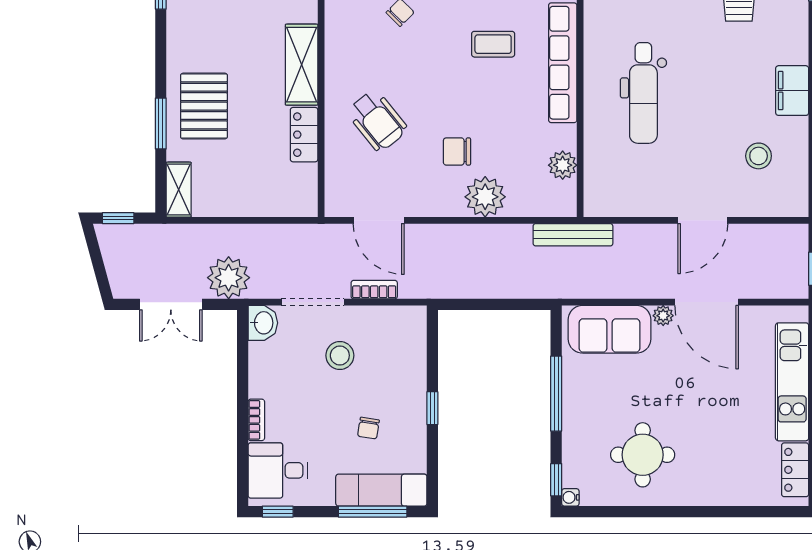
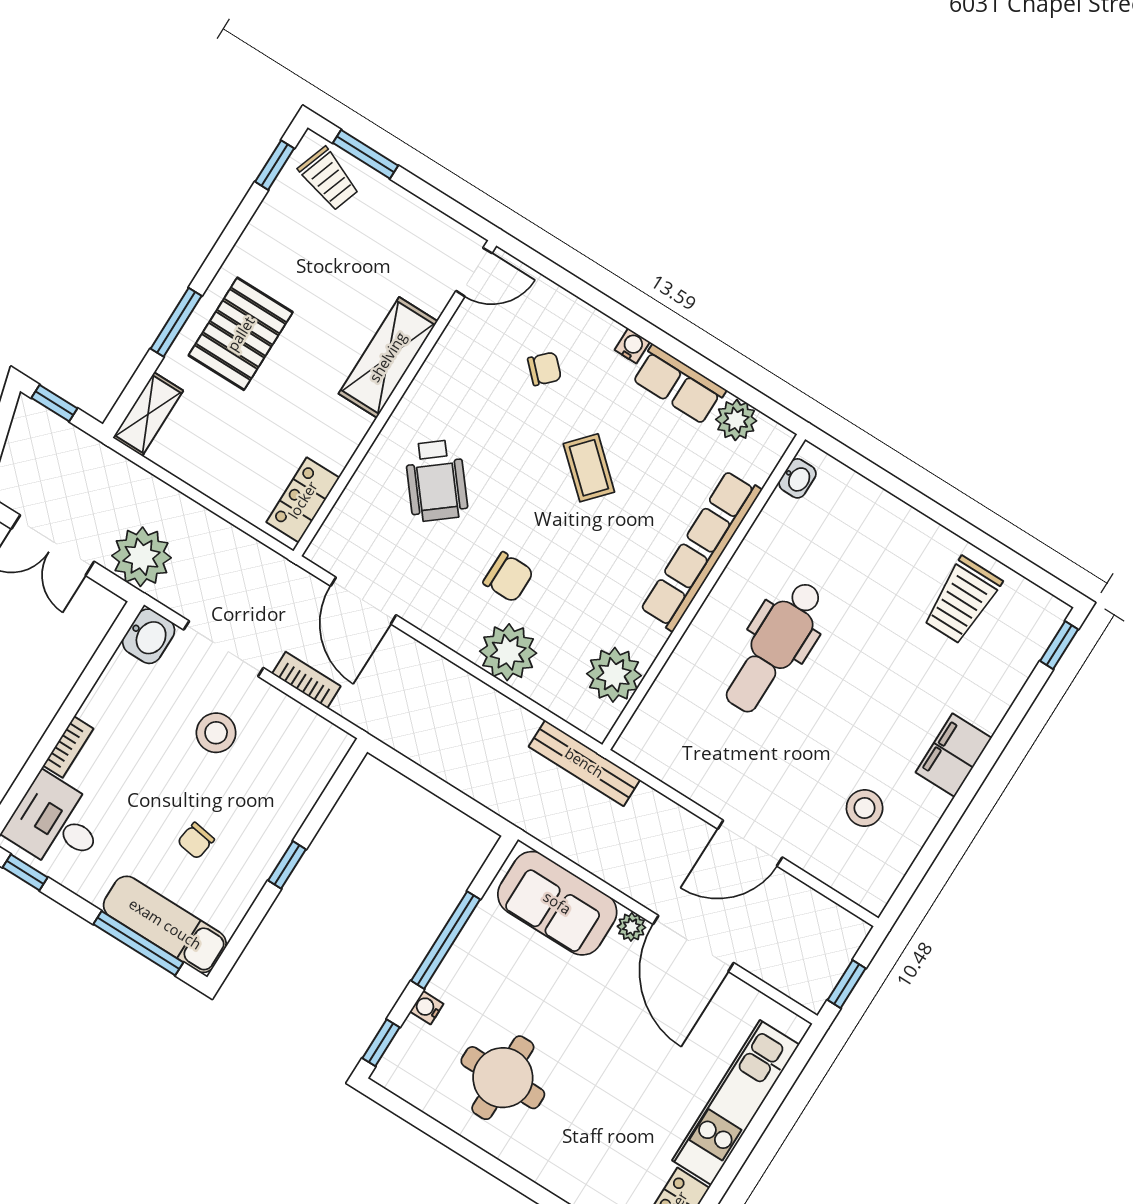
coffee table: (493, 44) -> (589, 468), moved, turned 42
locker: (304, 135) -> (303, 500), moved
chair: (457, 151) -> (508, 577), turned 180
plant: (563, 165) -> (614, 675), width x1.36, depth x1.36
water cooler: (570, 497) -> (427, 1008), moved

